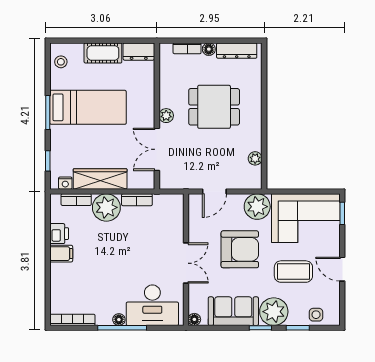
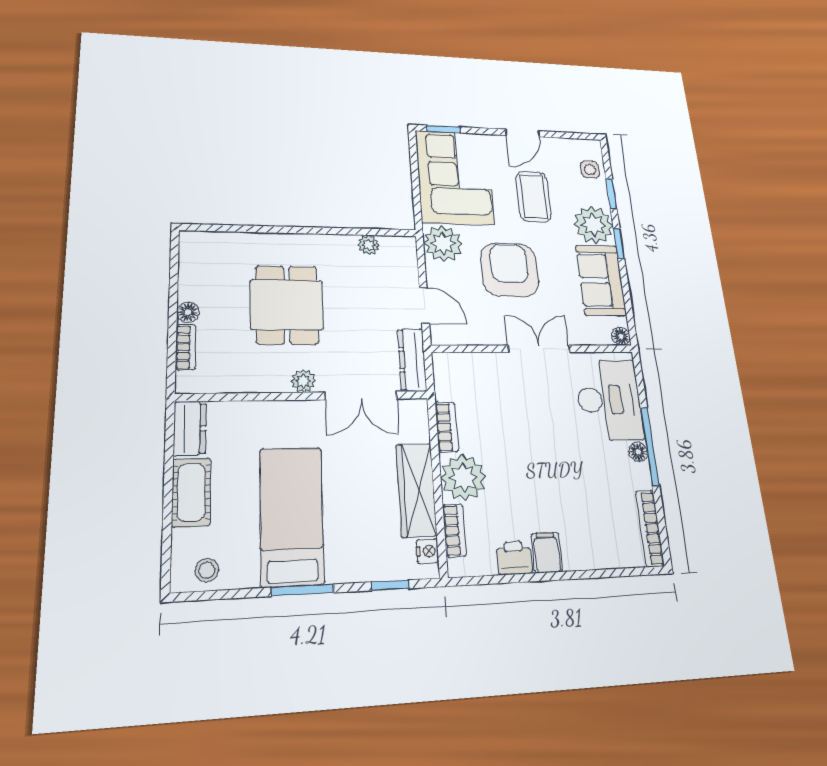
dresser: (237, 51) -> (412, 360), moved, turned 180

